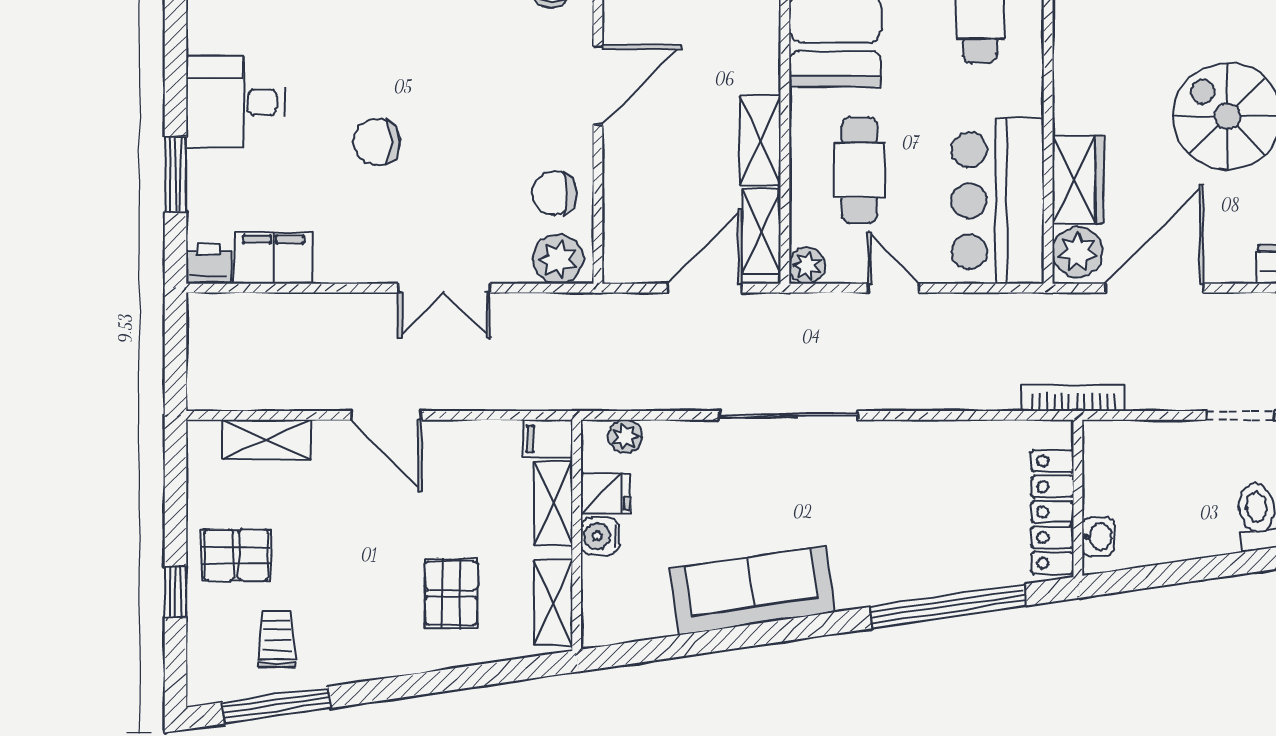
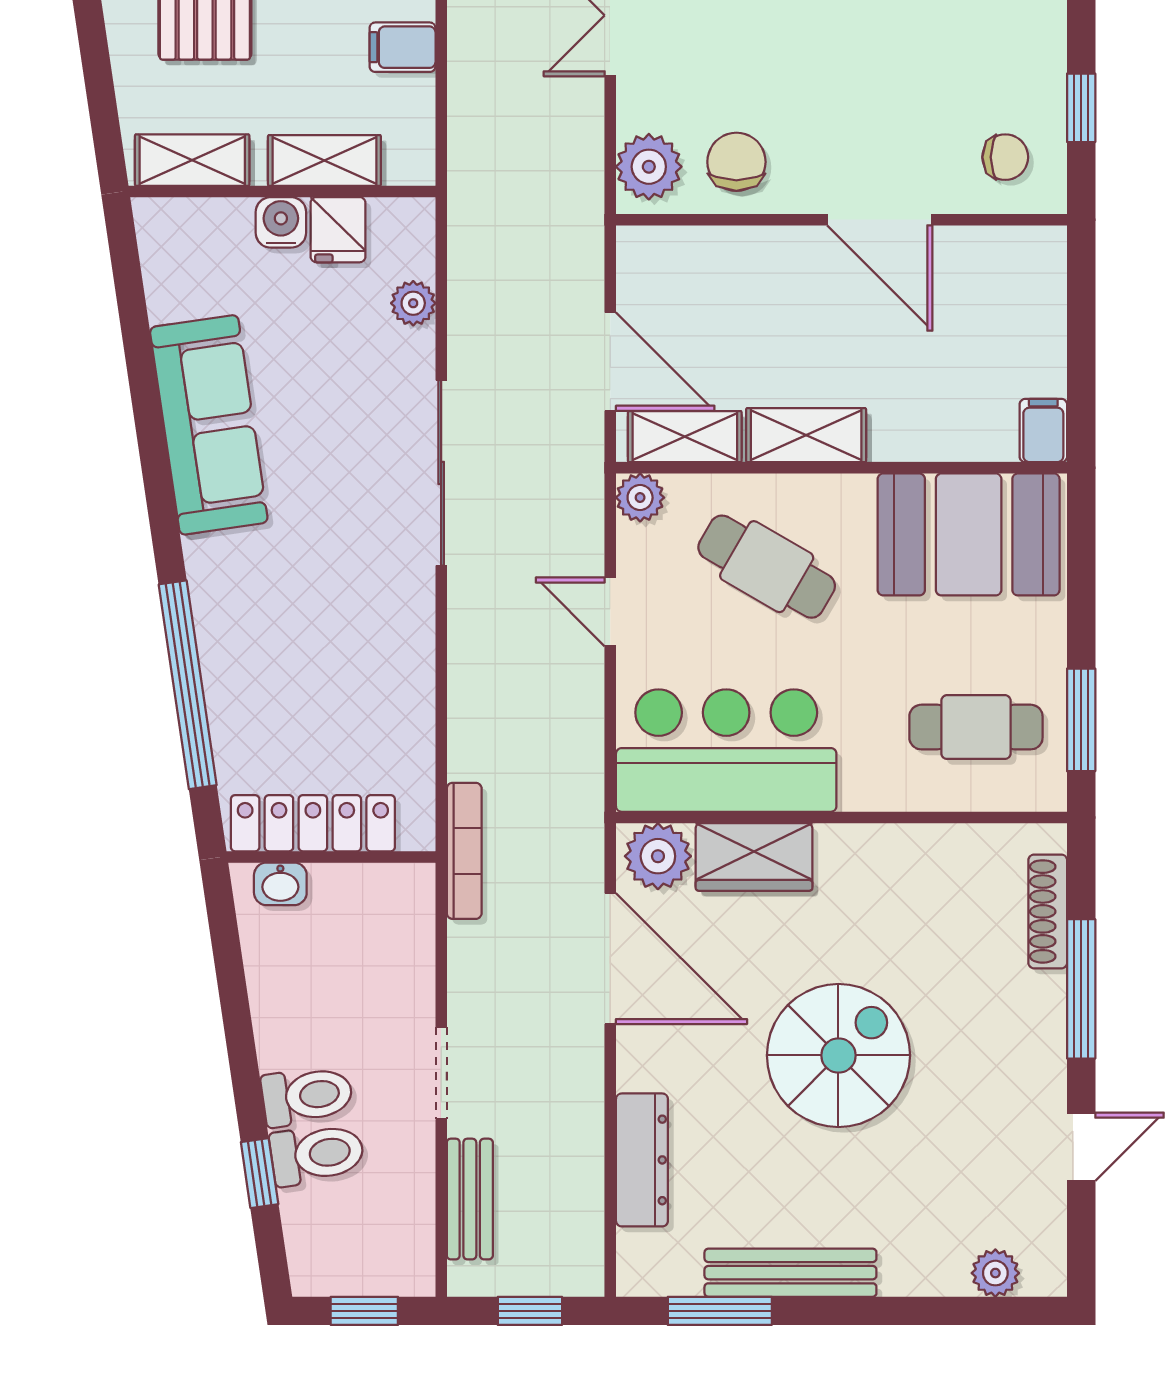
cafe table: (859, 170) -> (767, 567), turned 30
door: (893, 288) -> (610, 612), swing flipped
plant: (625, 436) -> (413, 303), moved
filing cabinet: (548, 439) -> (403, 47), moved, turned -90

